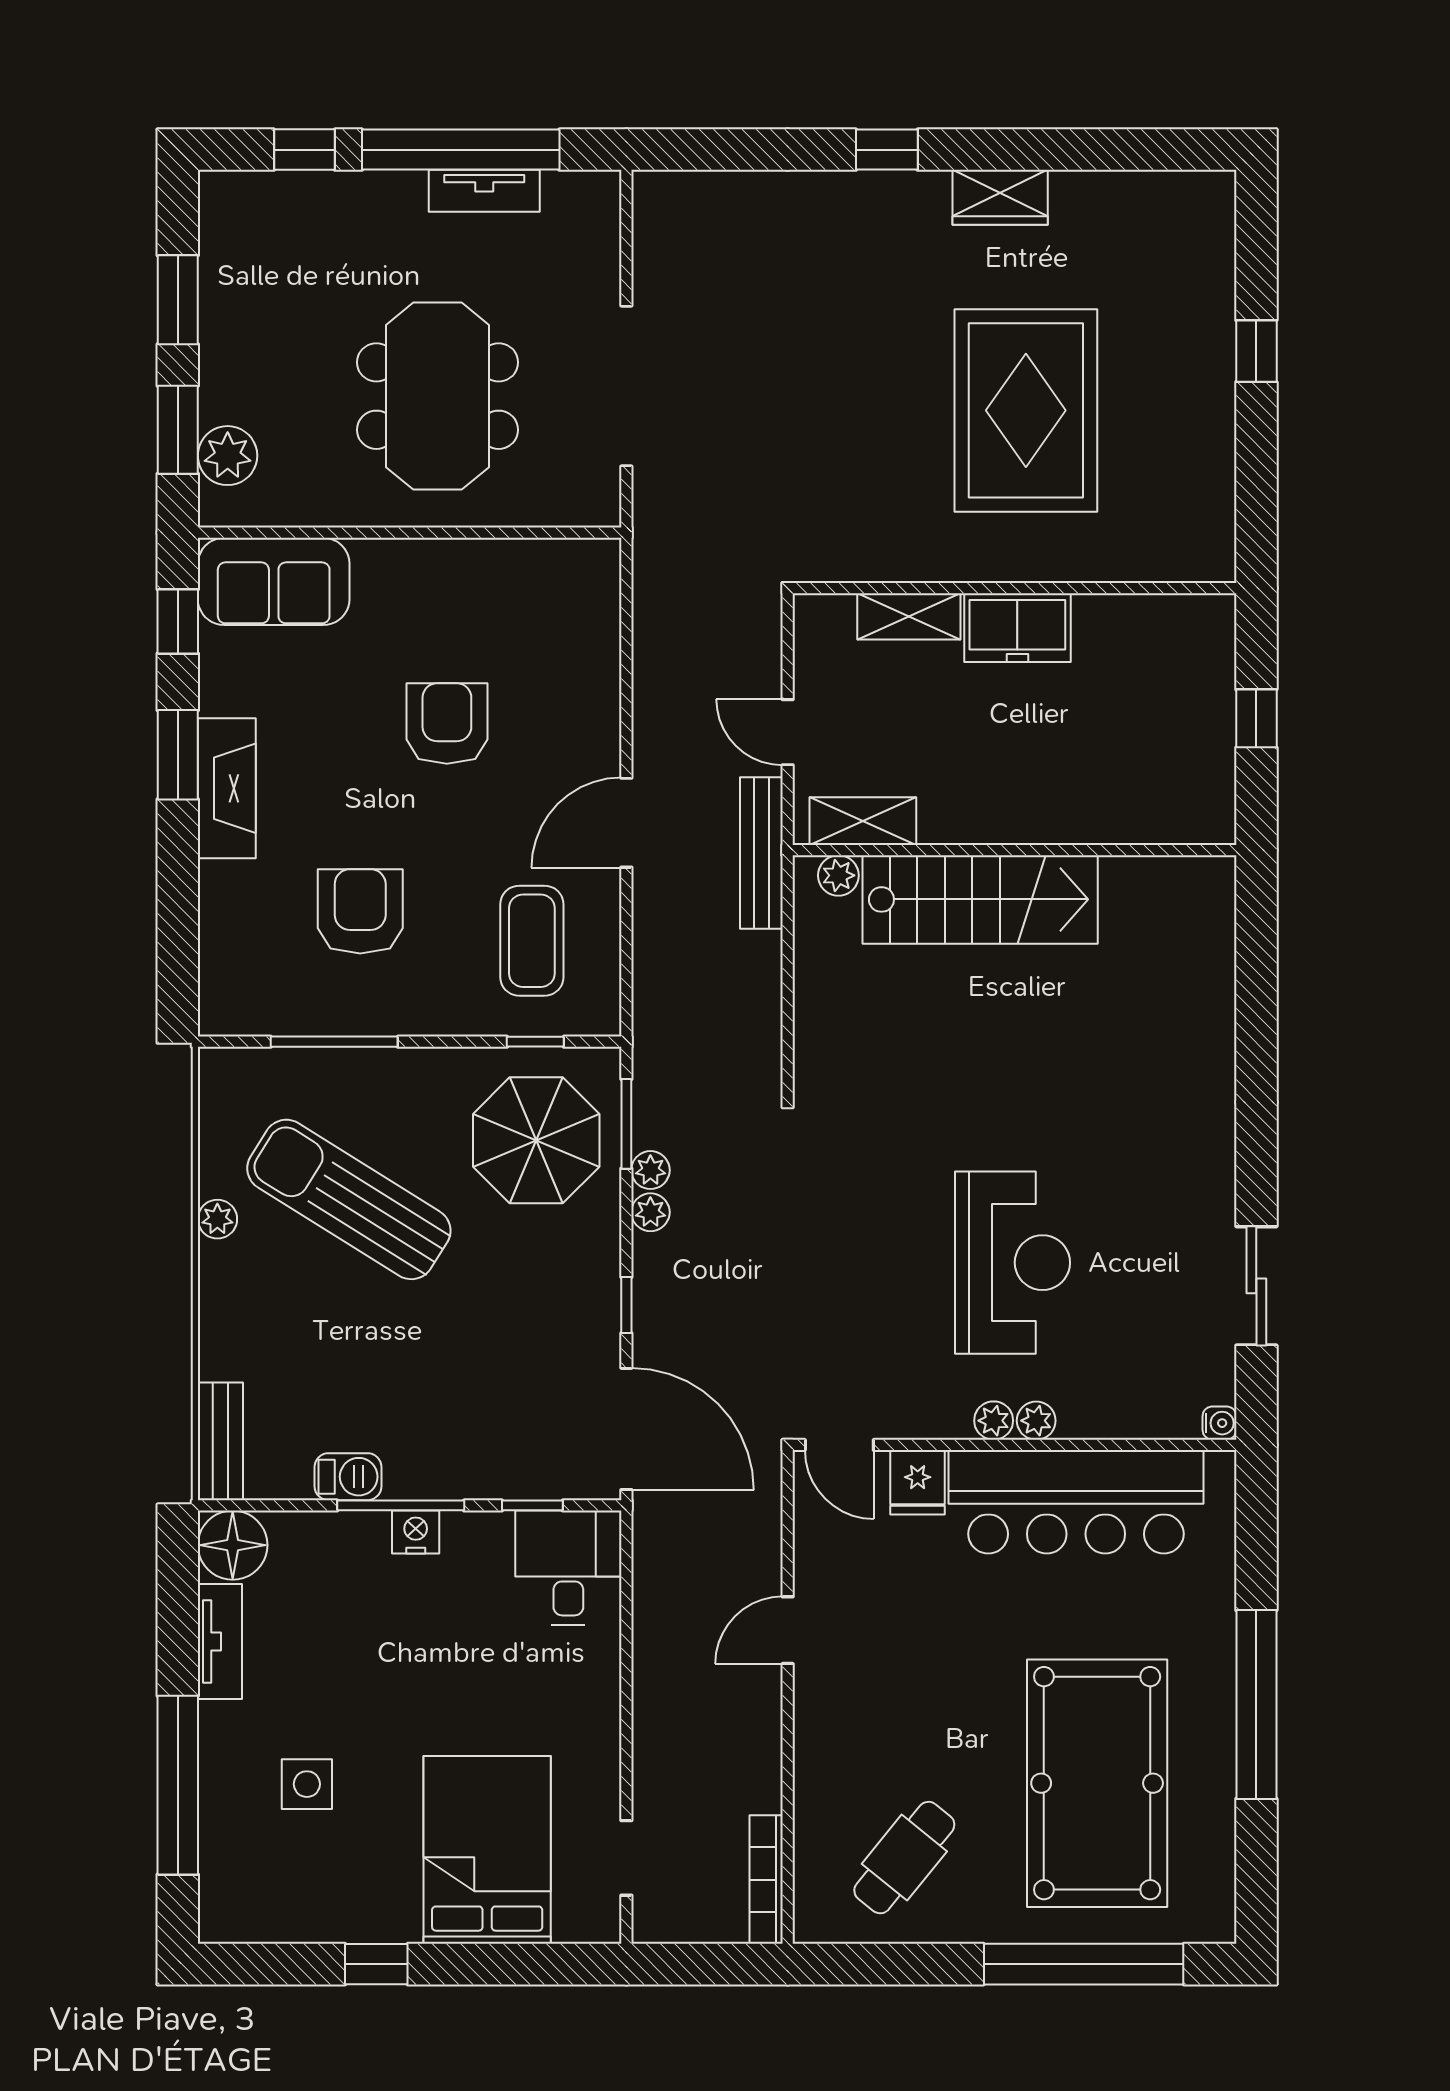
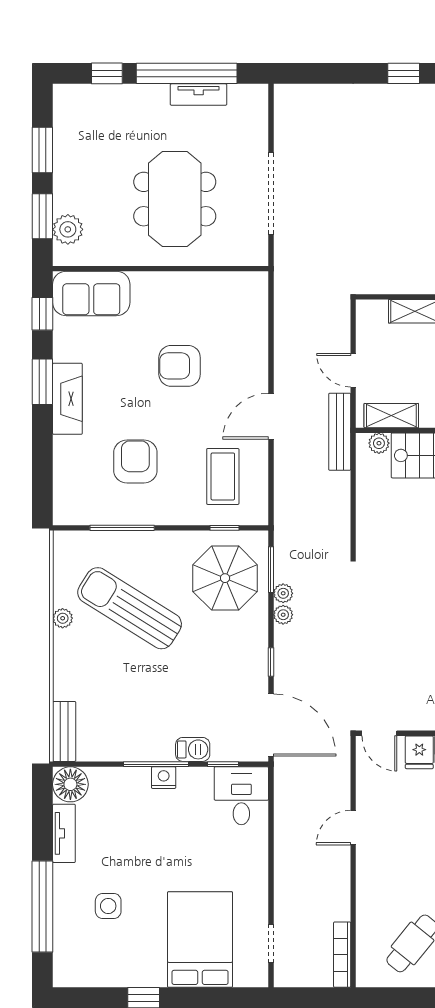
armchair: (447, 724) -> (180, 366), turned -90
barbecue: (348, 1477) -> (193, 749), moved

